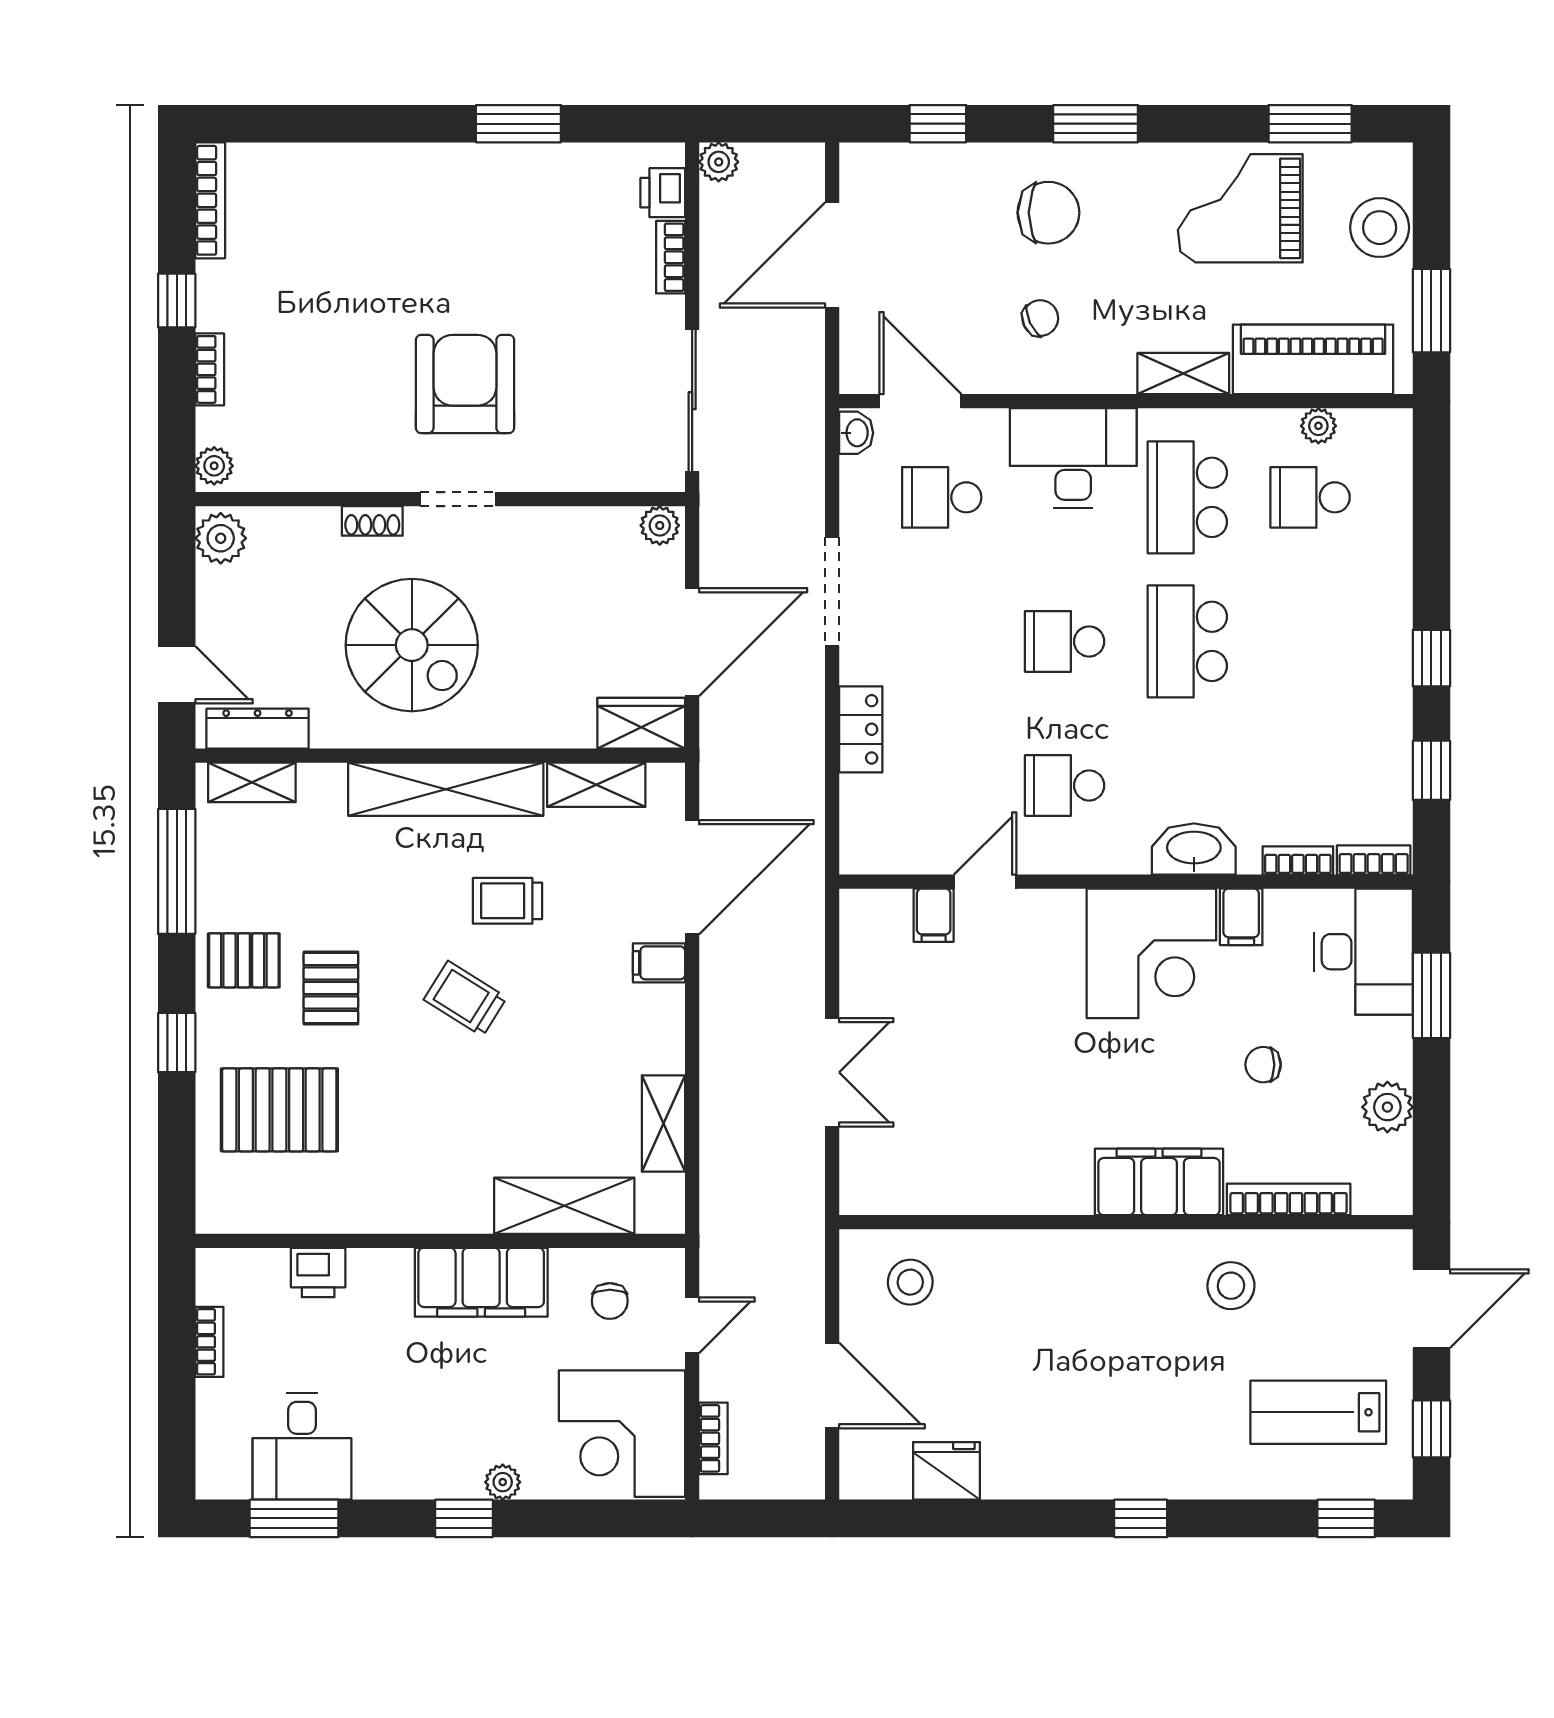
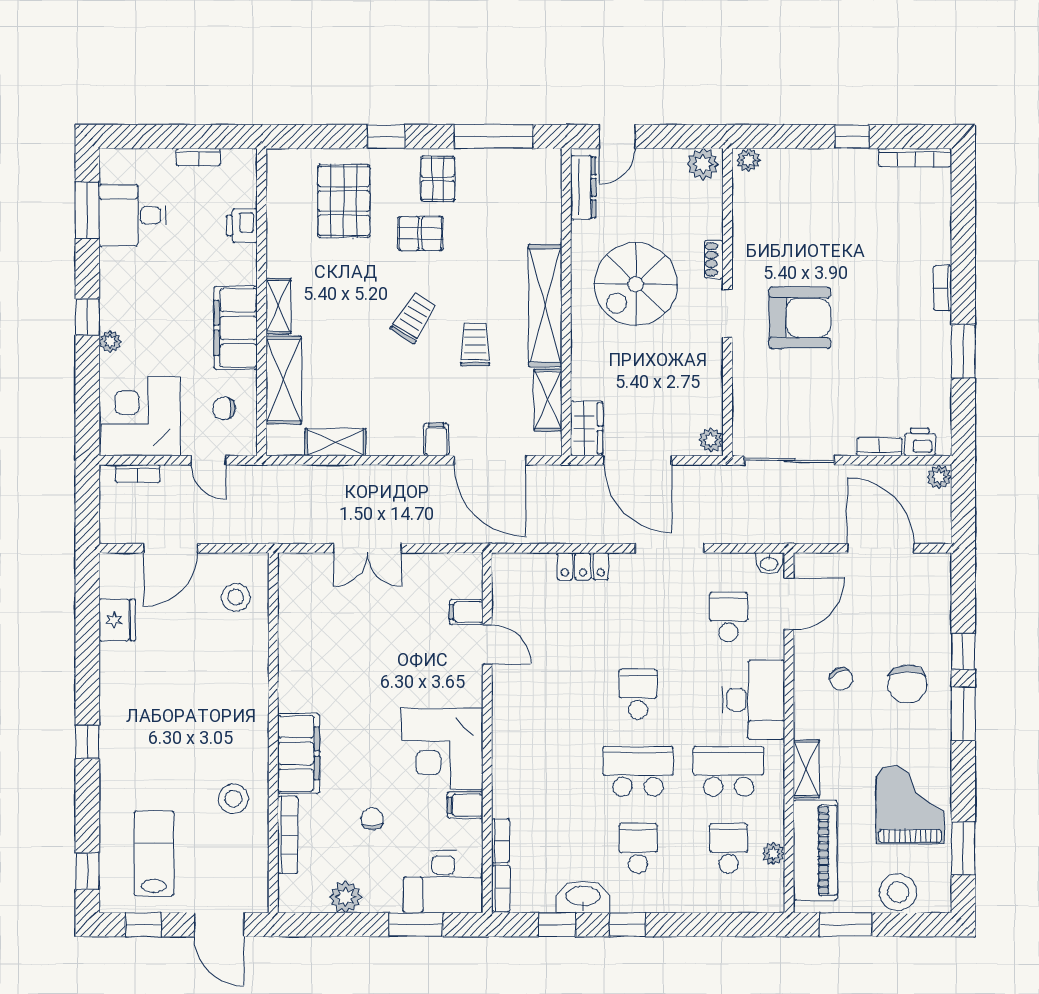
window: (938, 124) -> (963, 652), moved
bookcase: (210, 369) -> (942, 288), moved, turned 90
shelving: (252, 782) -> (278, 306), moved
school desk: (1065, 786) -> (638, 848), moved
washbasin: (1194, 849) -> (583, 897), moved, turned -90

